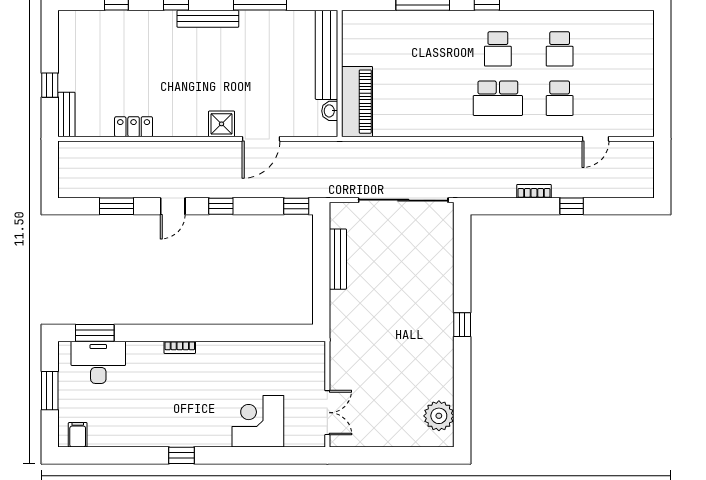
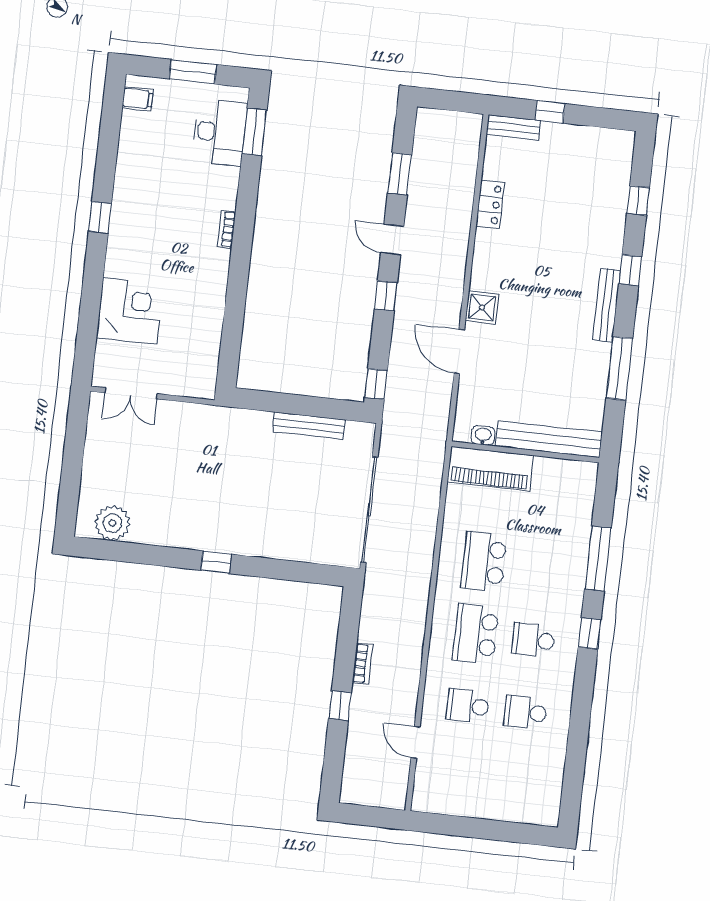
school desk: (436, 98) -> (484, 561), added

